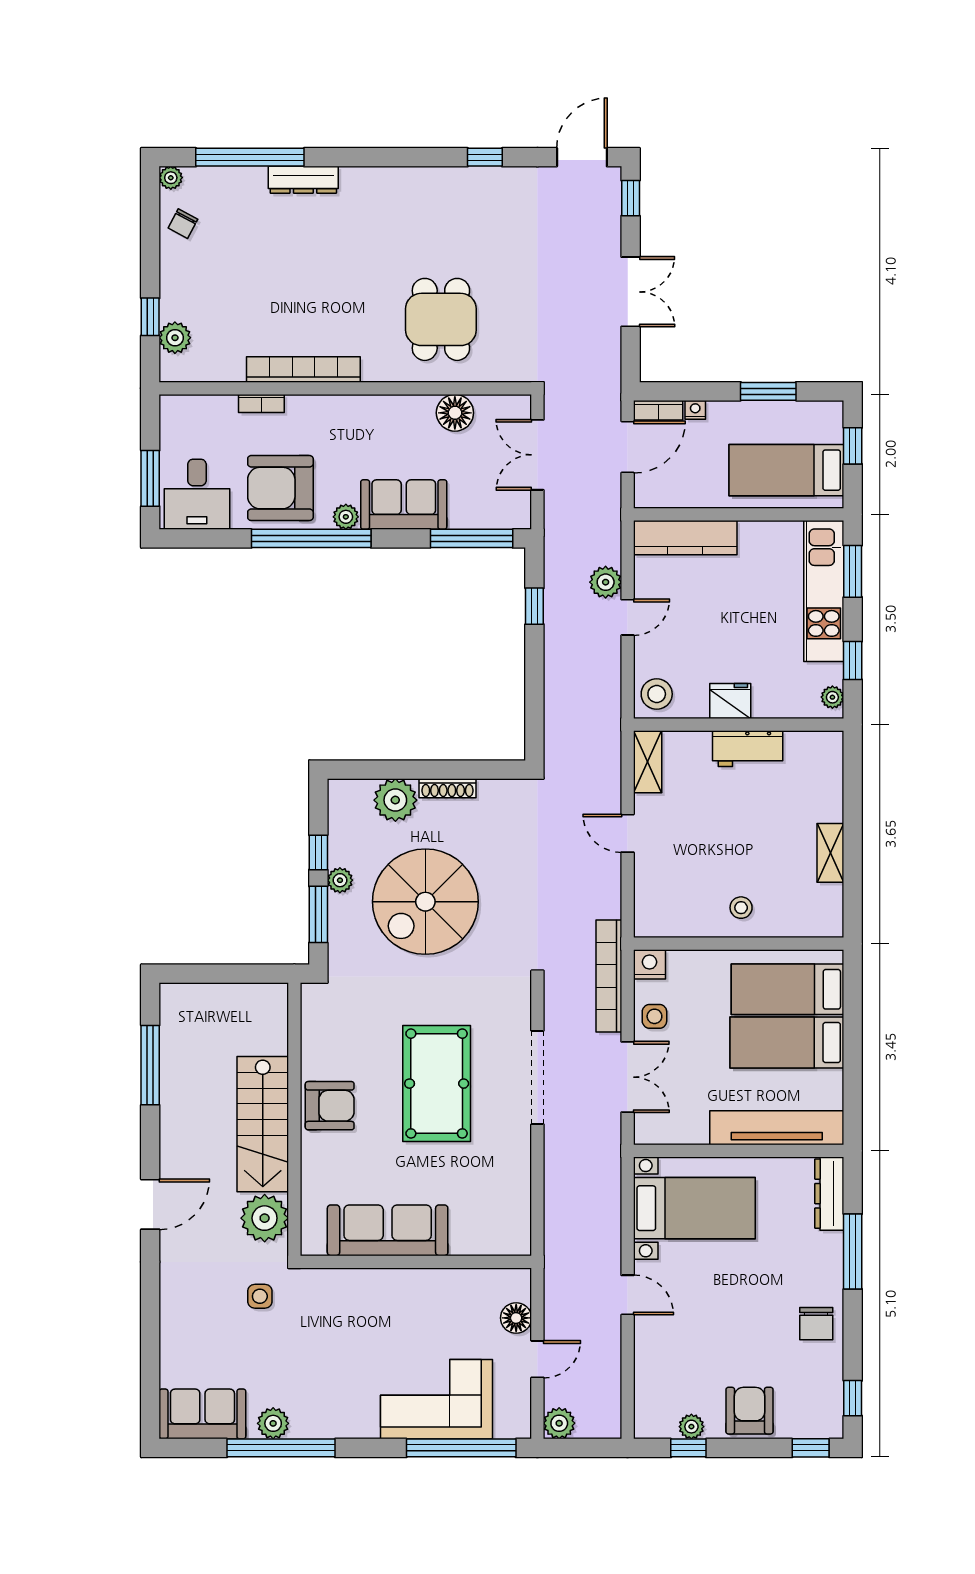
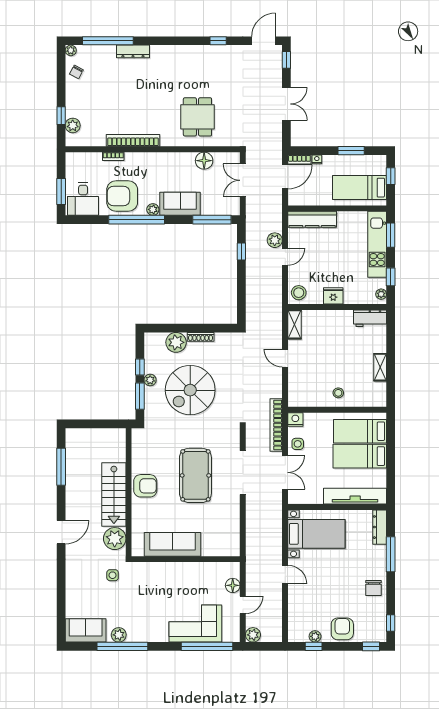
workbench: (748, 749) -> (370, 318), moved

